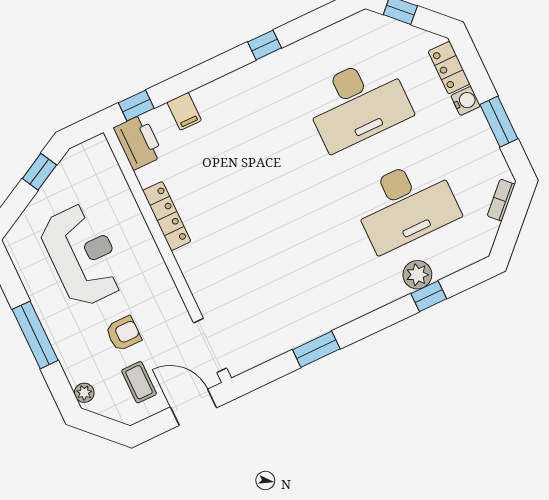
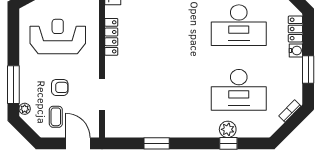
reception desk: (83, 255) -> (58, 36), turned -90
window: (35, 335) -> (13, 85), moved
doorway: (210, 346) -> (102, 95), moved

